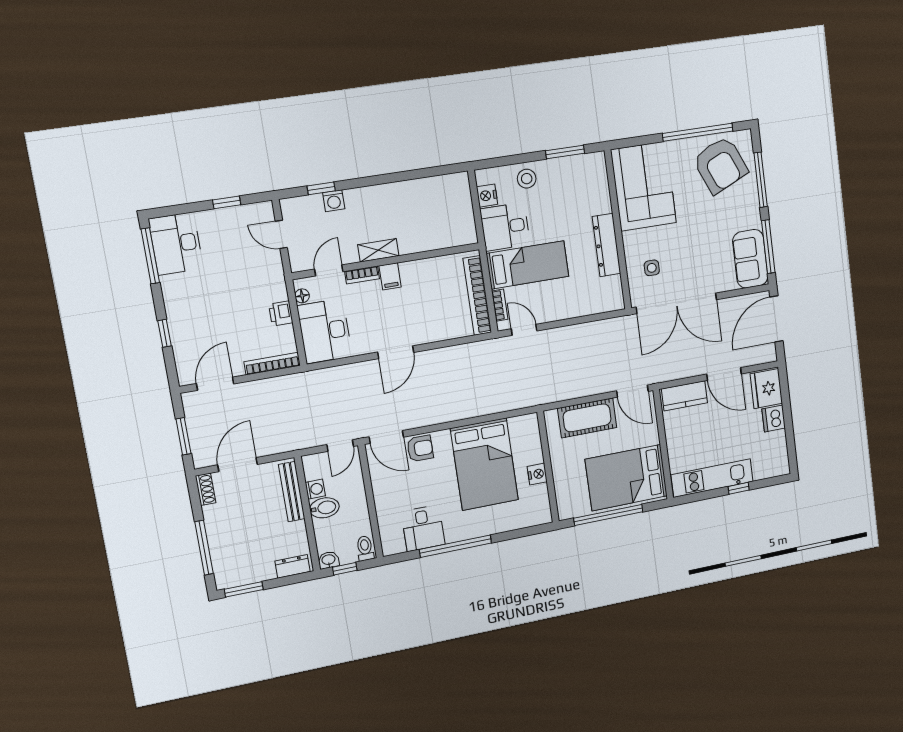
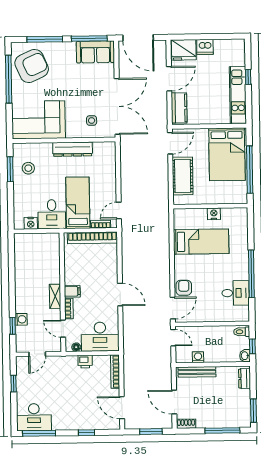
stool: (527, 179) -> (28, 168), moved
bed: (484, 464) -> (201, 242), width x0.67
bidet: (324, 508) -> (211, 353), removed

